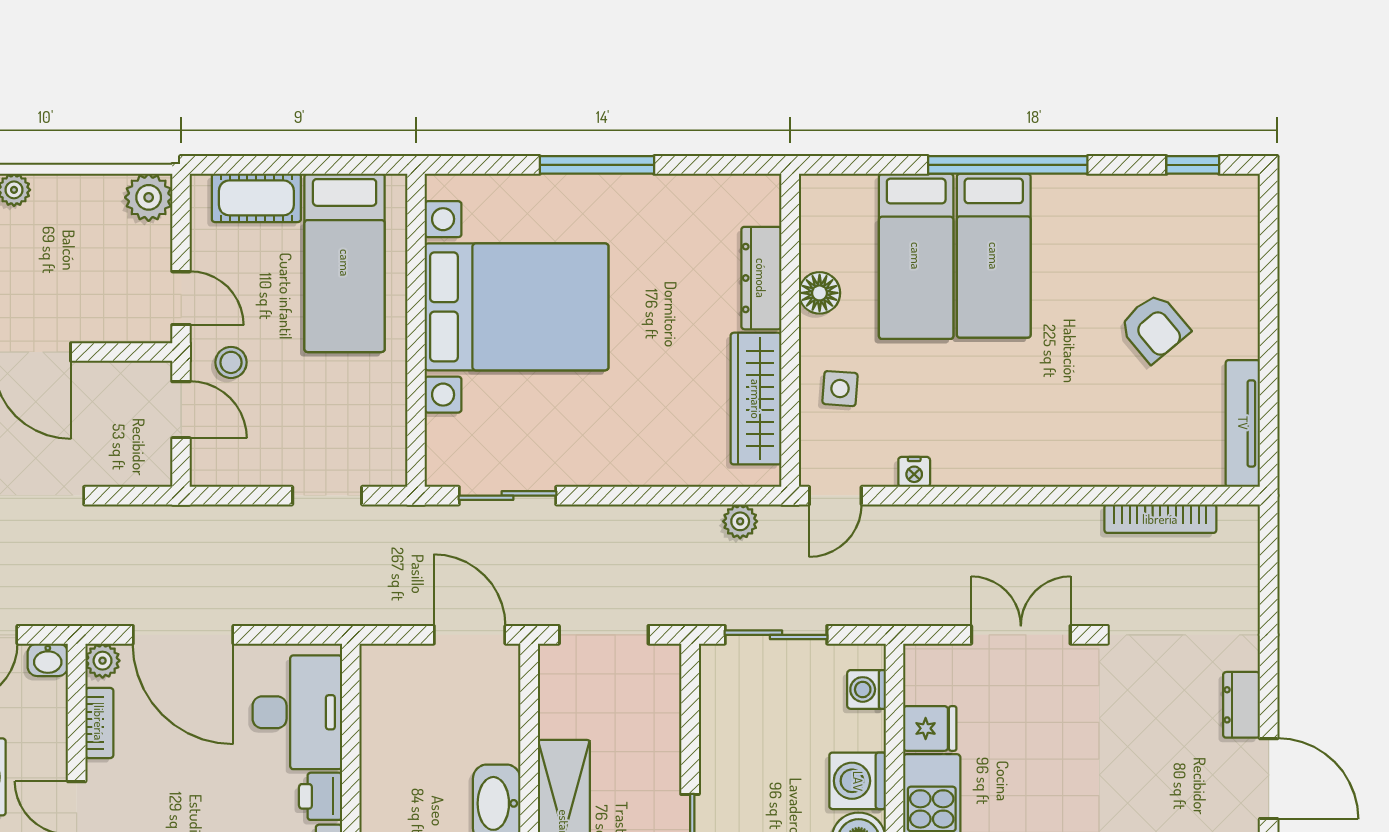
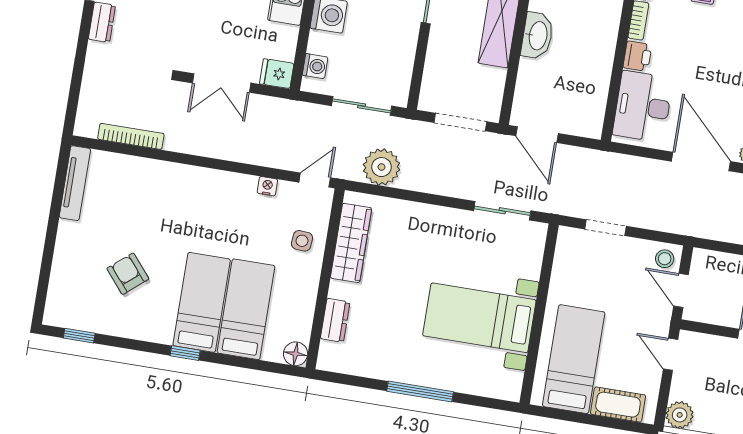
window: (1008, 165) -> (185, 353), width x0.32
dresser: (761, 278) -> (335, 320), width x0.70
floor lamp: (820, 293) -> (296, 354), moved
bed with nightstands: (517, 307) -> (479, 318), width x0.73
armchair: (1154, 328) -> (128, 274), moved
stool: (231, 362) -> (665, 259), moved
plant: (740, 521) -> (381, 167), width x1.87, depth x1.87
fridge: (930, 728) -> (277, 74), moved

